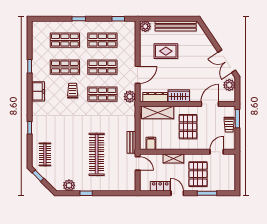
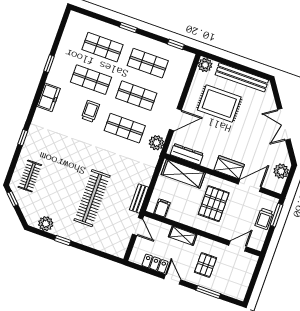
rug: (166, 51) -> (219, 103), width x1.36, depth x1.43
double door: (227, 61) -> (284, 124), moved
wardrobe: (179, 96) -> (229, 167), moved
pallet: (198, 174) -> (206, 265), width x0.67, depth x0.71

